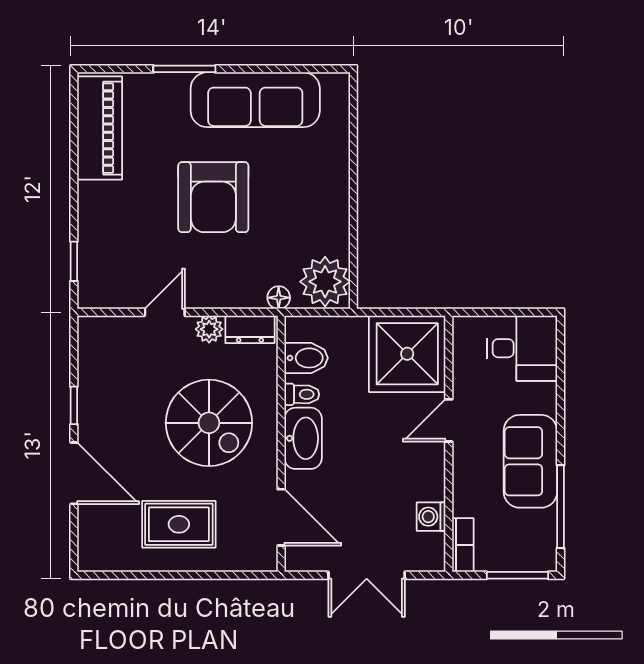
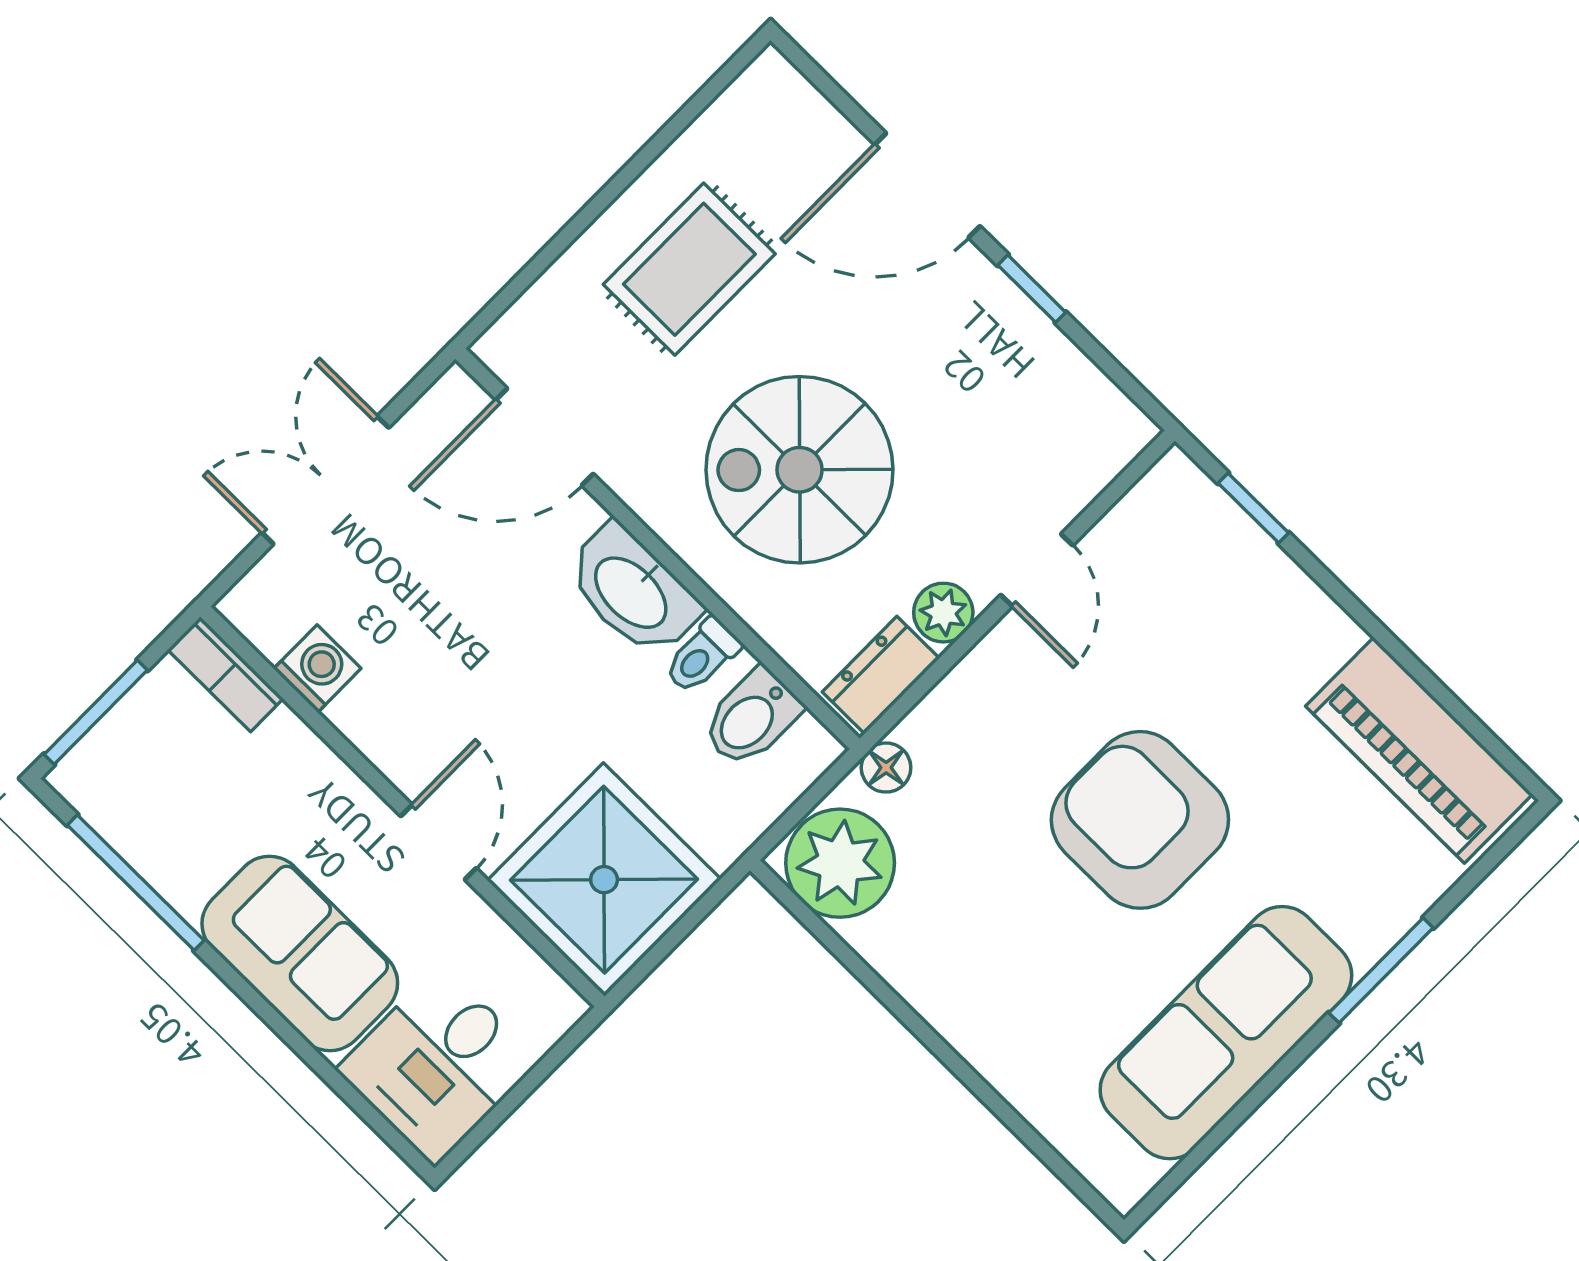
sofa: (530, 461) -> (300, 953), moved

